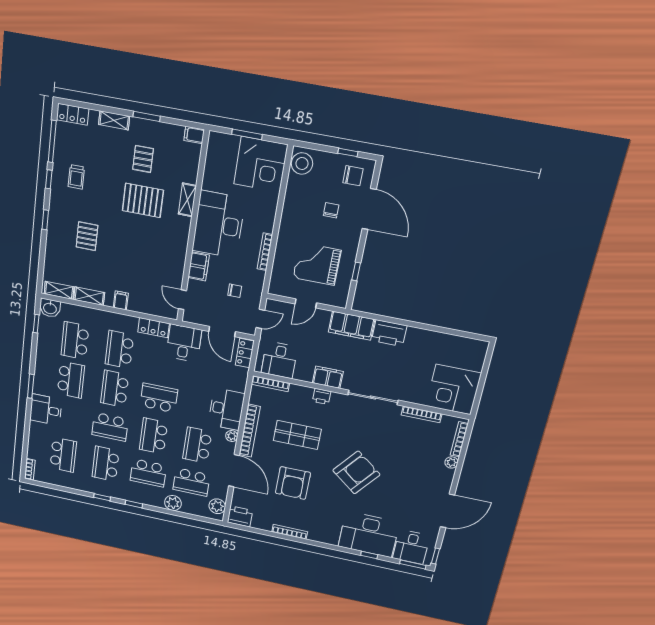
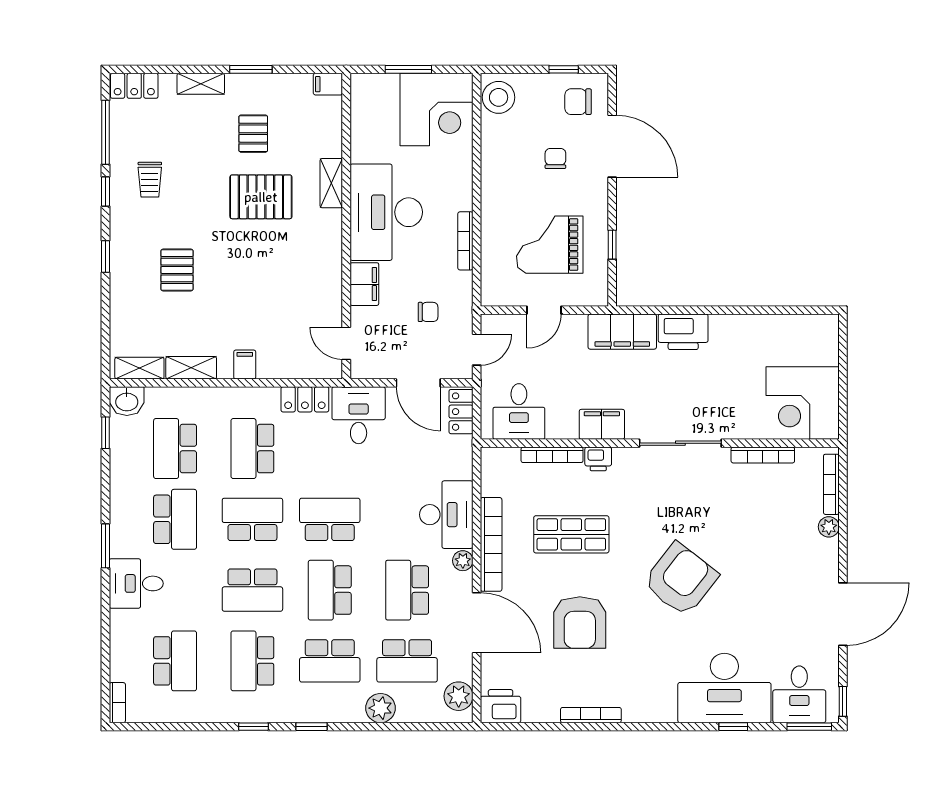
chair: (353, 176) -> (578, 102), turned 180
bookcase: (270, 384) -> (552, 455), moved
school desk: (115, 389) -> (252, 519), turned 90

